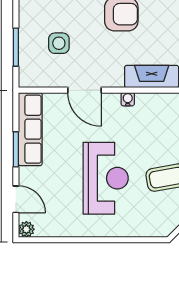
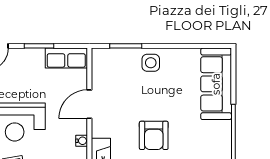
side table: (59, 43) -> (151, 63), moved
row of seats: (30, 129) -> (66, 58), width x0.68

